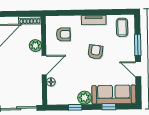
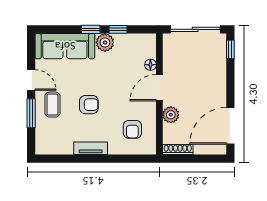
coffee table: (122, 27) -> (52, 105), moved
armchair: (63, 34) -> (132, 129), turned -90
armchair: (95, 52) -> (89, 105), turned -98
window: (109, 107) -> (91, 29), moved

